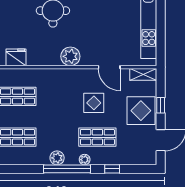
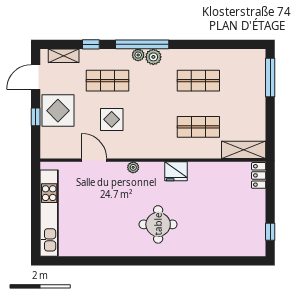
plant: (70, 56) -> (133, 167), width x0.53, depth x0.53
fridge: (16, 57) -> (176, 171), moved
shelving: (143, 74) -> (64, 56), moved
plant: (85, 160) -> (138, 55), moved

